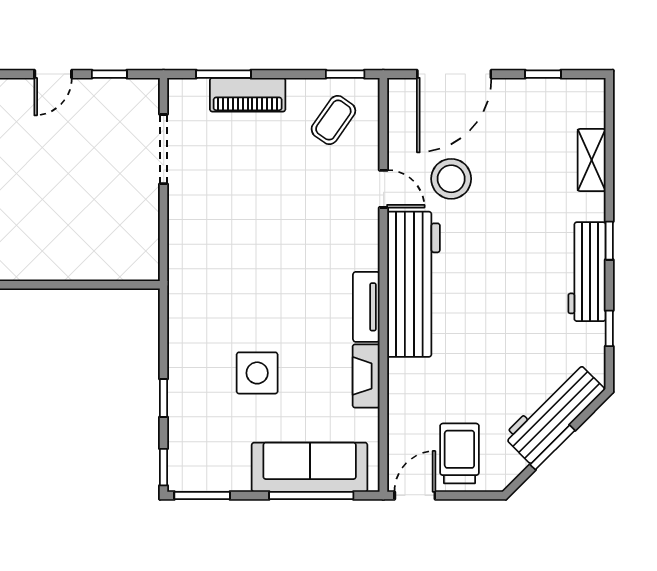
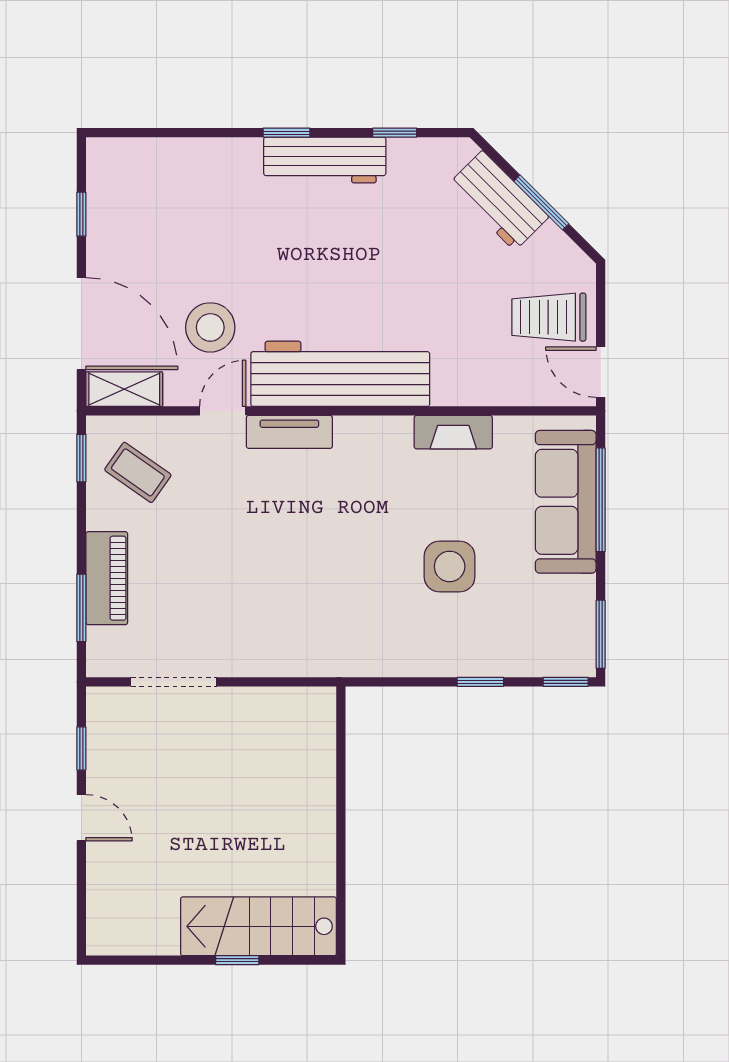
shelving: (592, 160) -> (124, 389), moved
tv unit: (366, 307) -> (289, 432), moved
workbench: (554, 413) -> (499, 201), width x0.73

